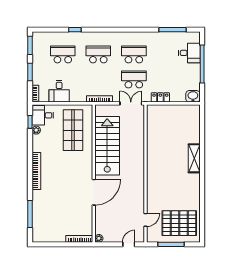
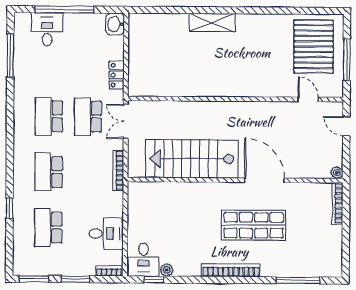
shop shelf: (73, 130) -> (254, 225), moved

